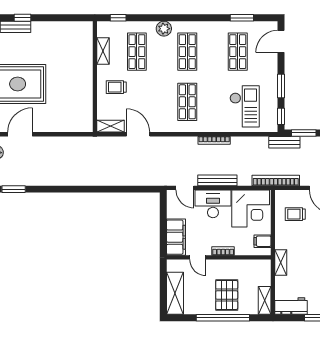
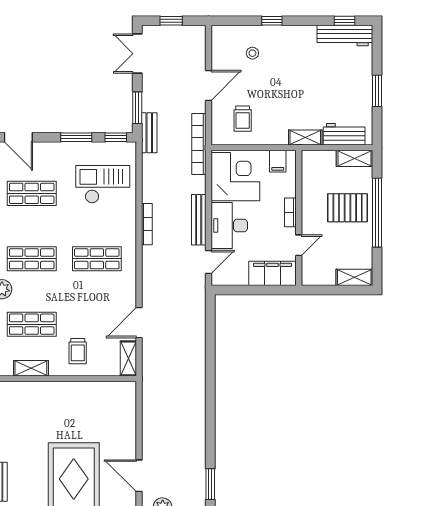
shelving: (175, 293) -> (354, 277), width x0.67, depth x0.75
workbench: (291, 306) -> (344, 134), moved, turned 90

